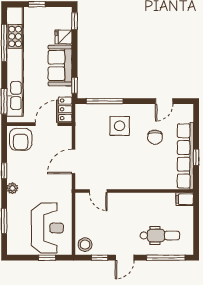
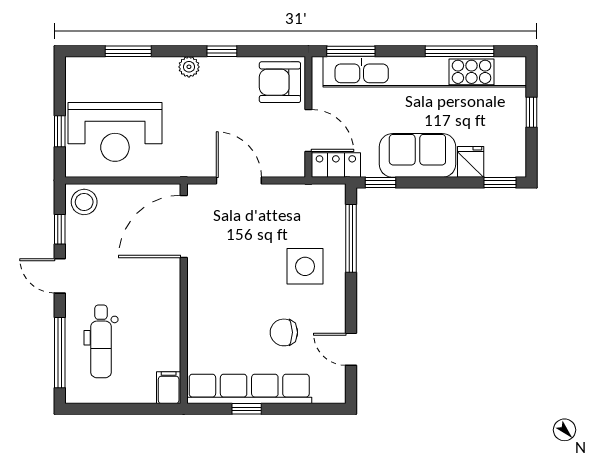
door: (98, 191) -> (184, 227), width x1.88

